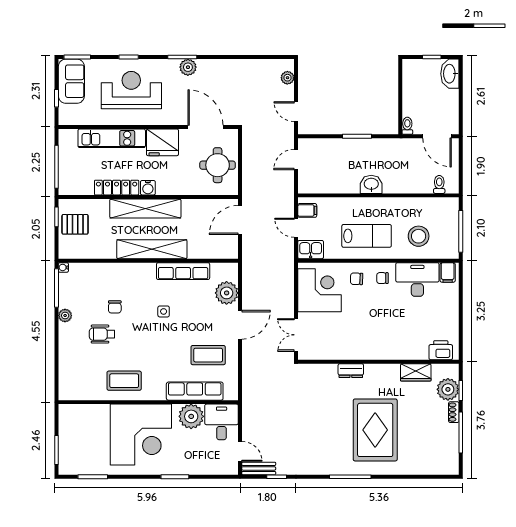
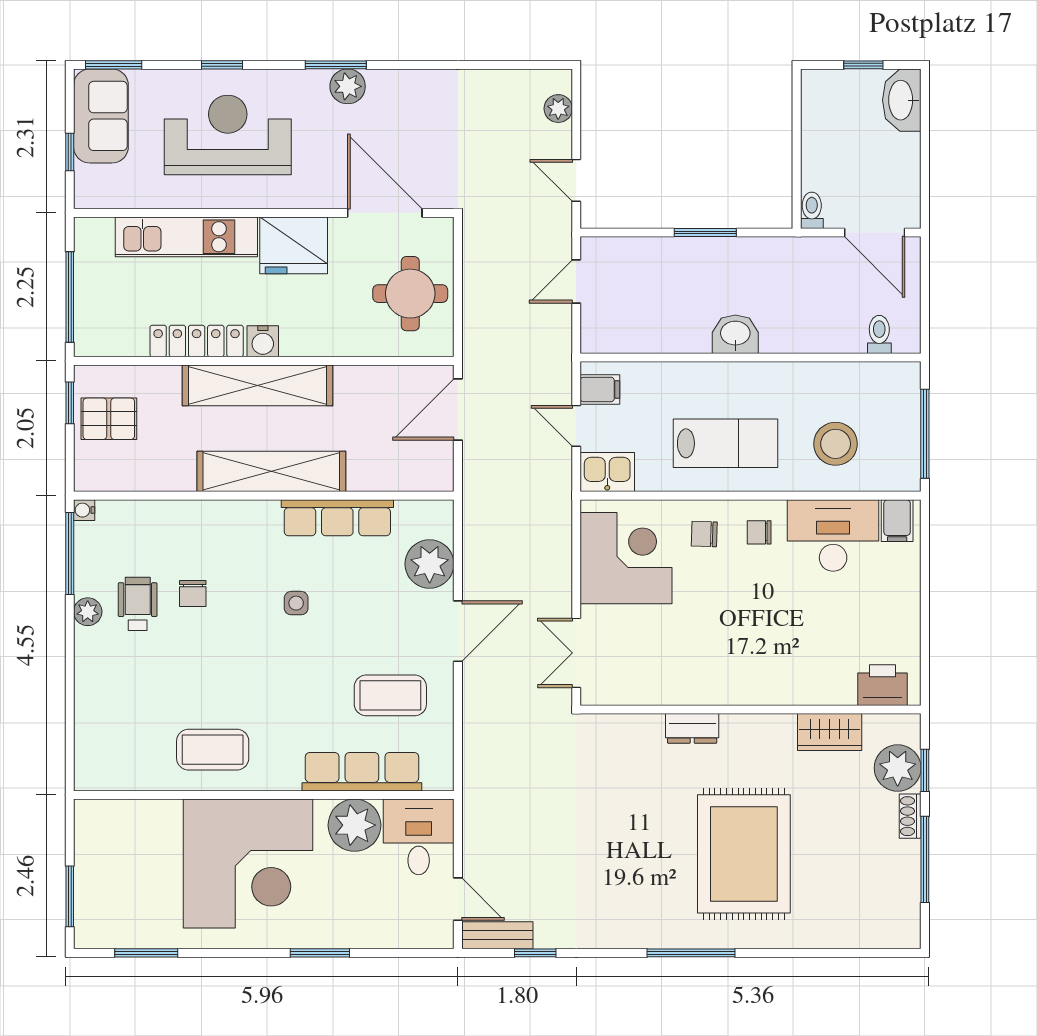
wheelchair: (102, 334) -> (138, 604), moved, turned 90

